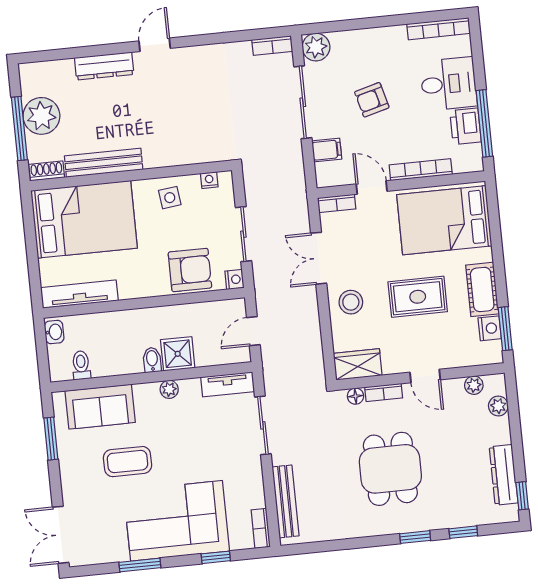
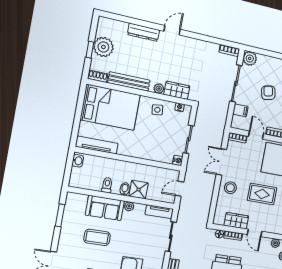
armchair: (372, 100) -> (268, 93), turned 93
window: (19, 129) -> (90, 50), width x0.46
wardrobe: (195, 151) -> (177, 90), added
plant: (161, 158) -> (159, 89), added
armchair: (190, 270) -> (157, 149), removed
wardrobe: (358, 364) -> (236, 221), moved
toilet: (81, 365) -> (107, 185), moved
sofa: (100, 407) -> (105, 208), moved

